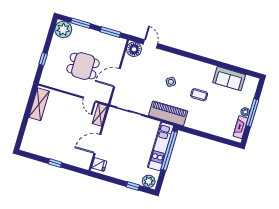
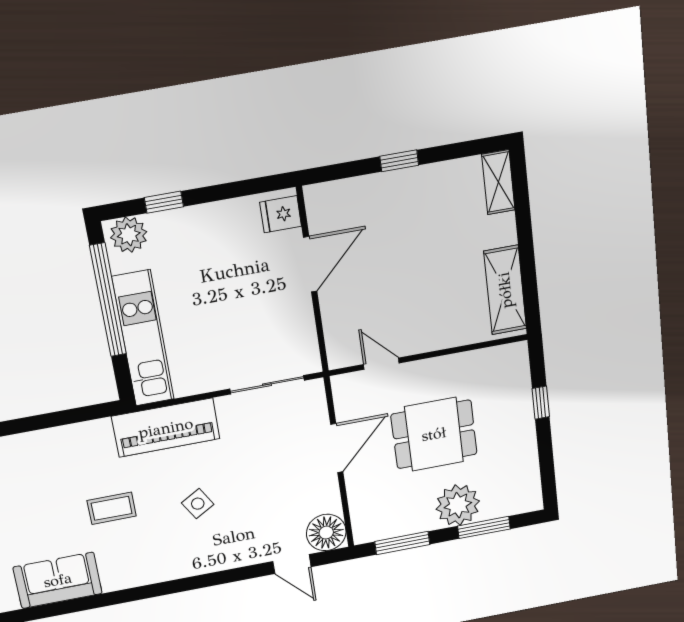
plant: (63, 29) -> (458, 505), moved
shelving: (100, 115) -> (498, 182), moved
window: (169, 151) -> (108, 300), moved

